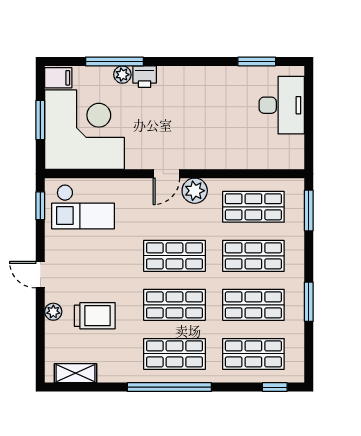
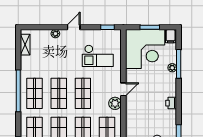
printer: (145, 77) -> (171, 103), moved
door: (166, 174) -> (123, 89), swing flipped
checkout: (83, 207) -> (98, 56), moved, turned -90
trolley: (95, 316) -> (53, 54), removed

